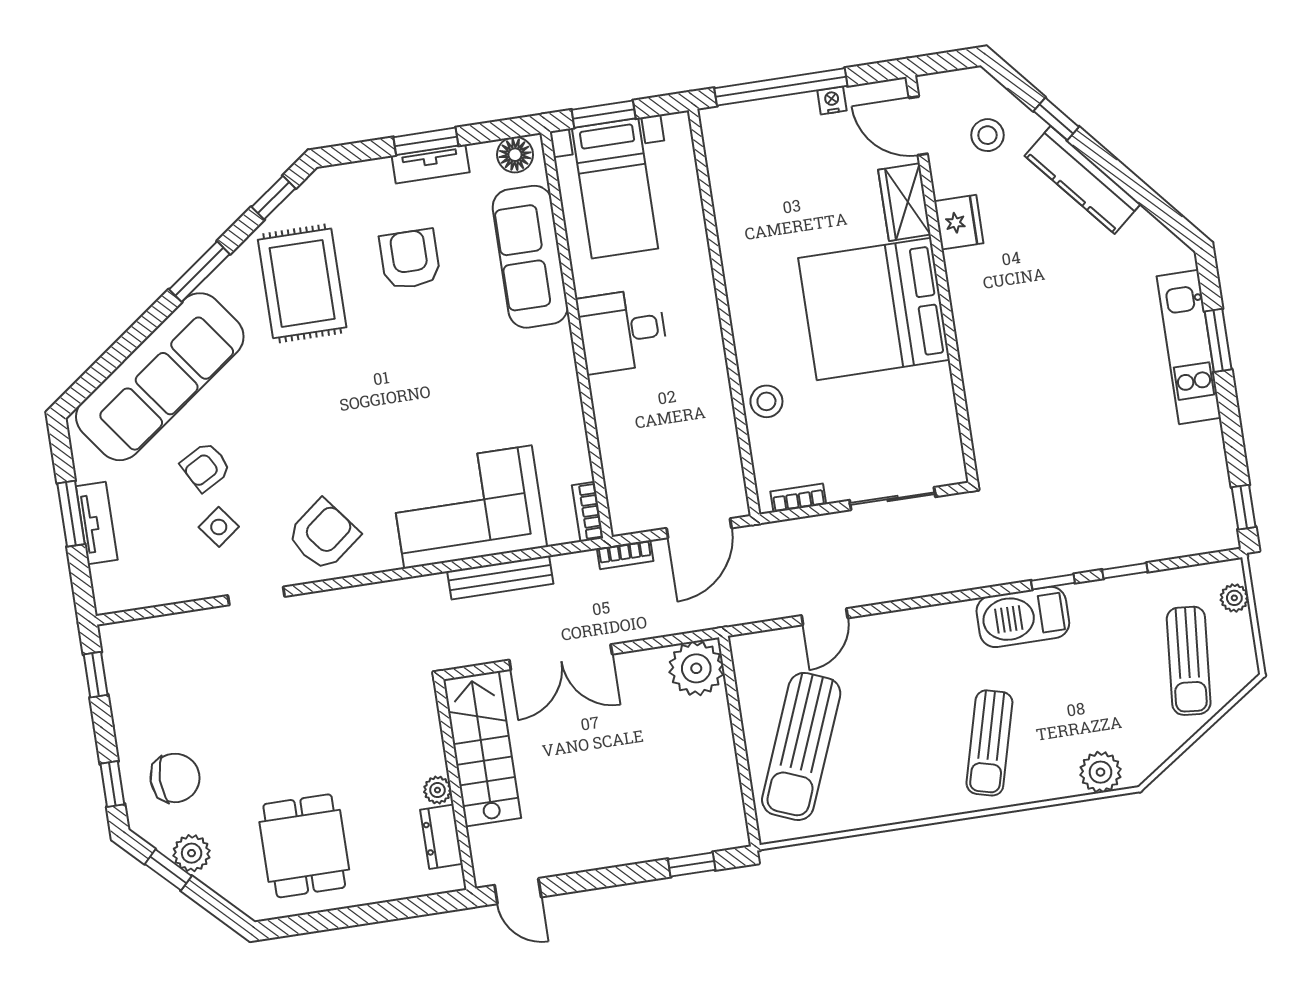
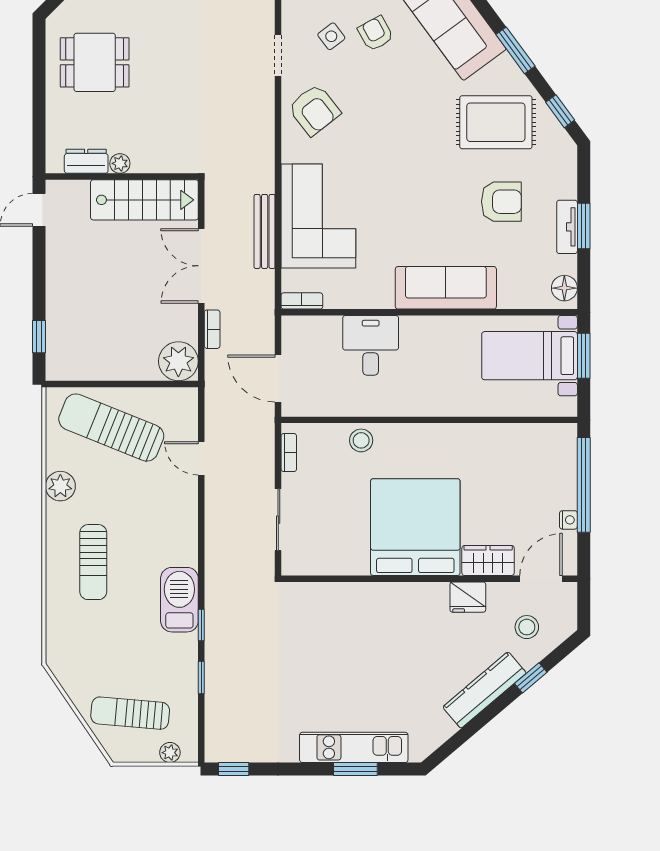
sofa: (530, 257) -> (446, 288), moved
desk: (622, 331) -> (371, 345), moved
bookcase: (625, 555) -> (212, 329), moved, turned 180
sun lounger: (989, 743) -> (93, 562), turned -105
plant: (1100, 772) -> (60, 486), moved

